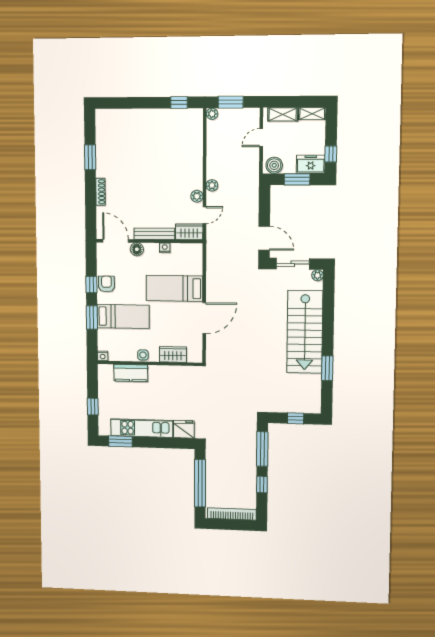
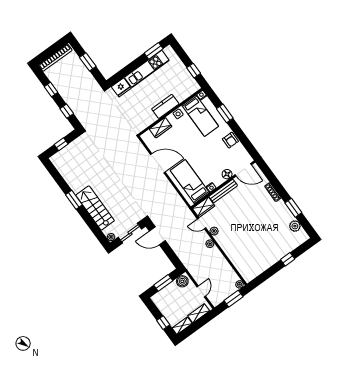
window: (179, 102) -> (288, 259), moved
plant: (103, 135) -> (295, 226), added
window: (331, 154) -> (163, 323), moved
freezer: (311, 164) -> (162, 297), removed
door: (204, 215) -> (202, 223), hinge flipped
window: (91, 285) -> (239, 133), removed
bed: (174, 288) -> (190, 182), moved, turned -90
bed: (123, 316) -> (200, 116), moved, turned -90
door: (204, 318) -> (158, 163), swing flipped
stairs: (305, 332) -> (95, 208), width x0.73, depth x0.66
window: (327, 368) -> (74, 200), moved
kitchen counter: (131, 373) -> (165, 106), moved
window: (93, 407) -> (194, 71), moved
window: (262, 449) -> (67, 111), width x0.46
window: (200, 483) -> (88, 62), width x0.47

